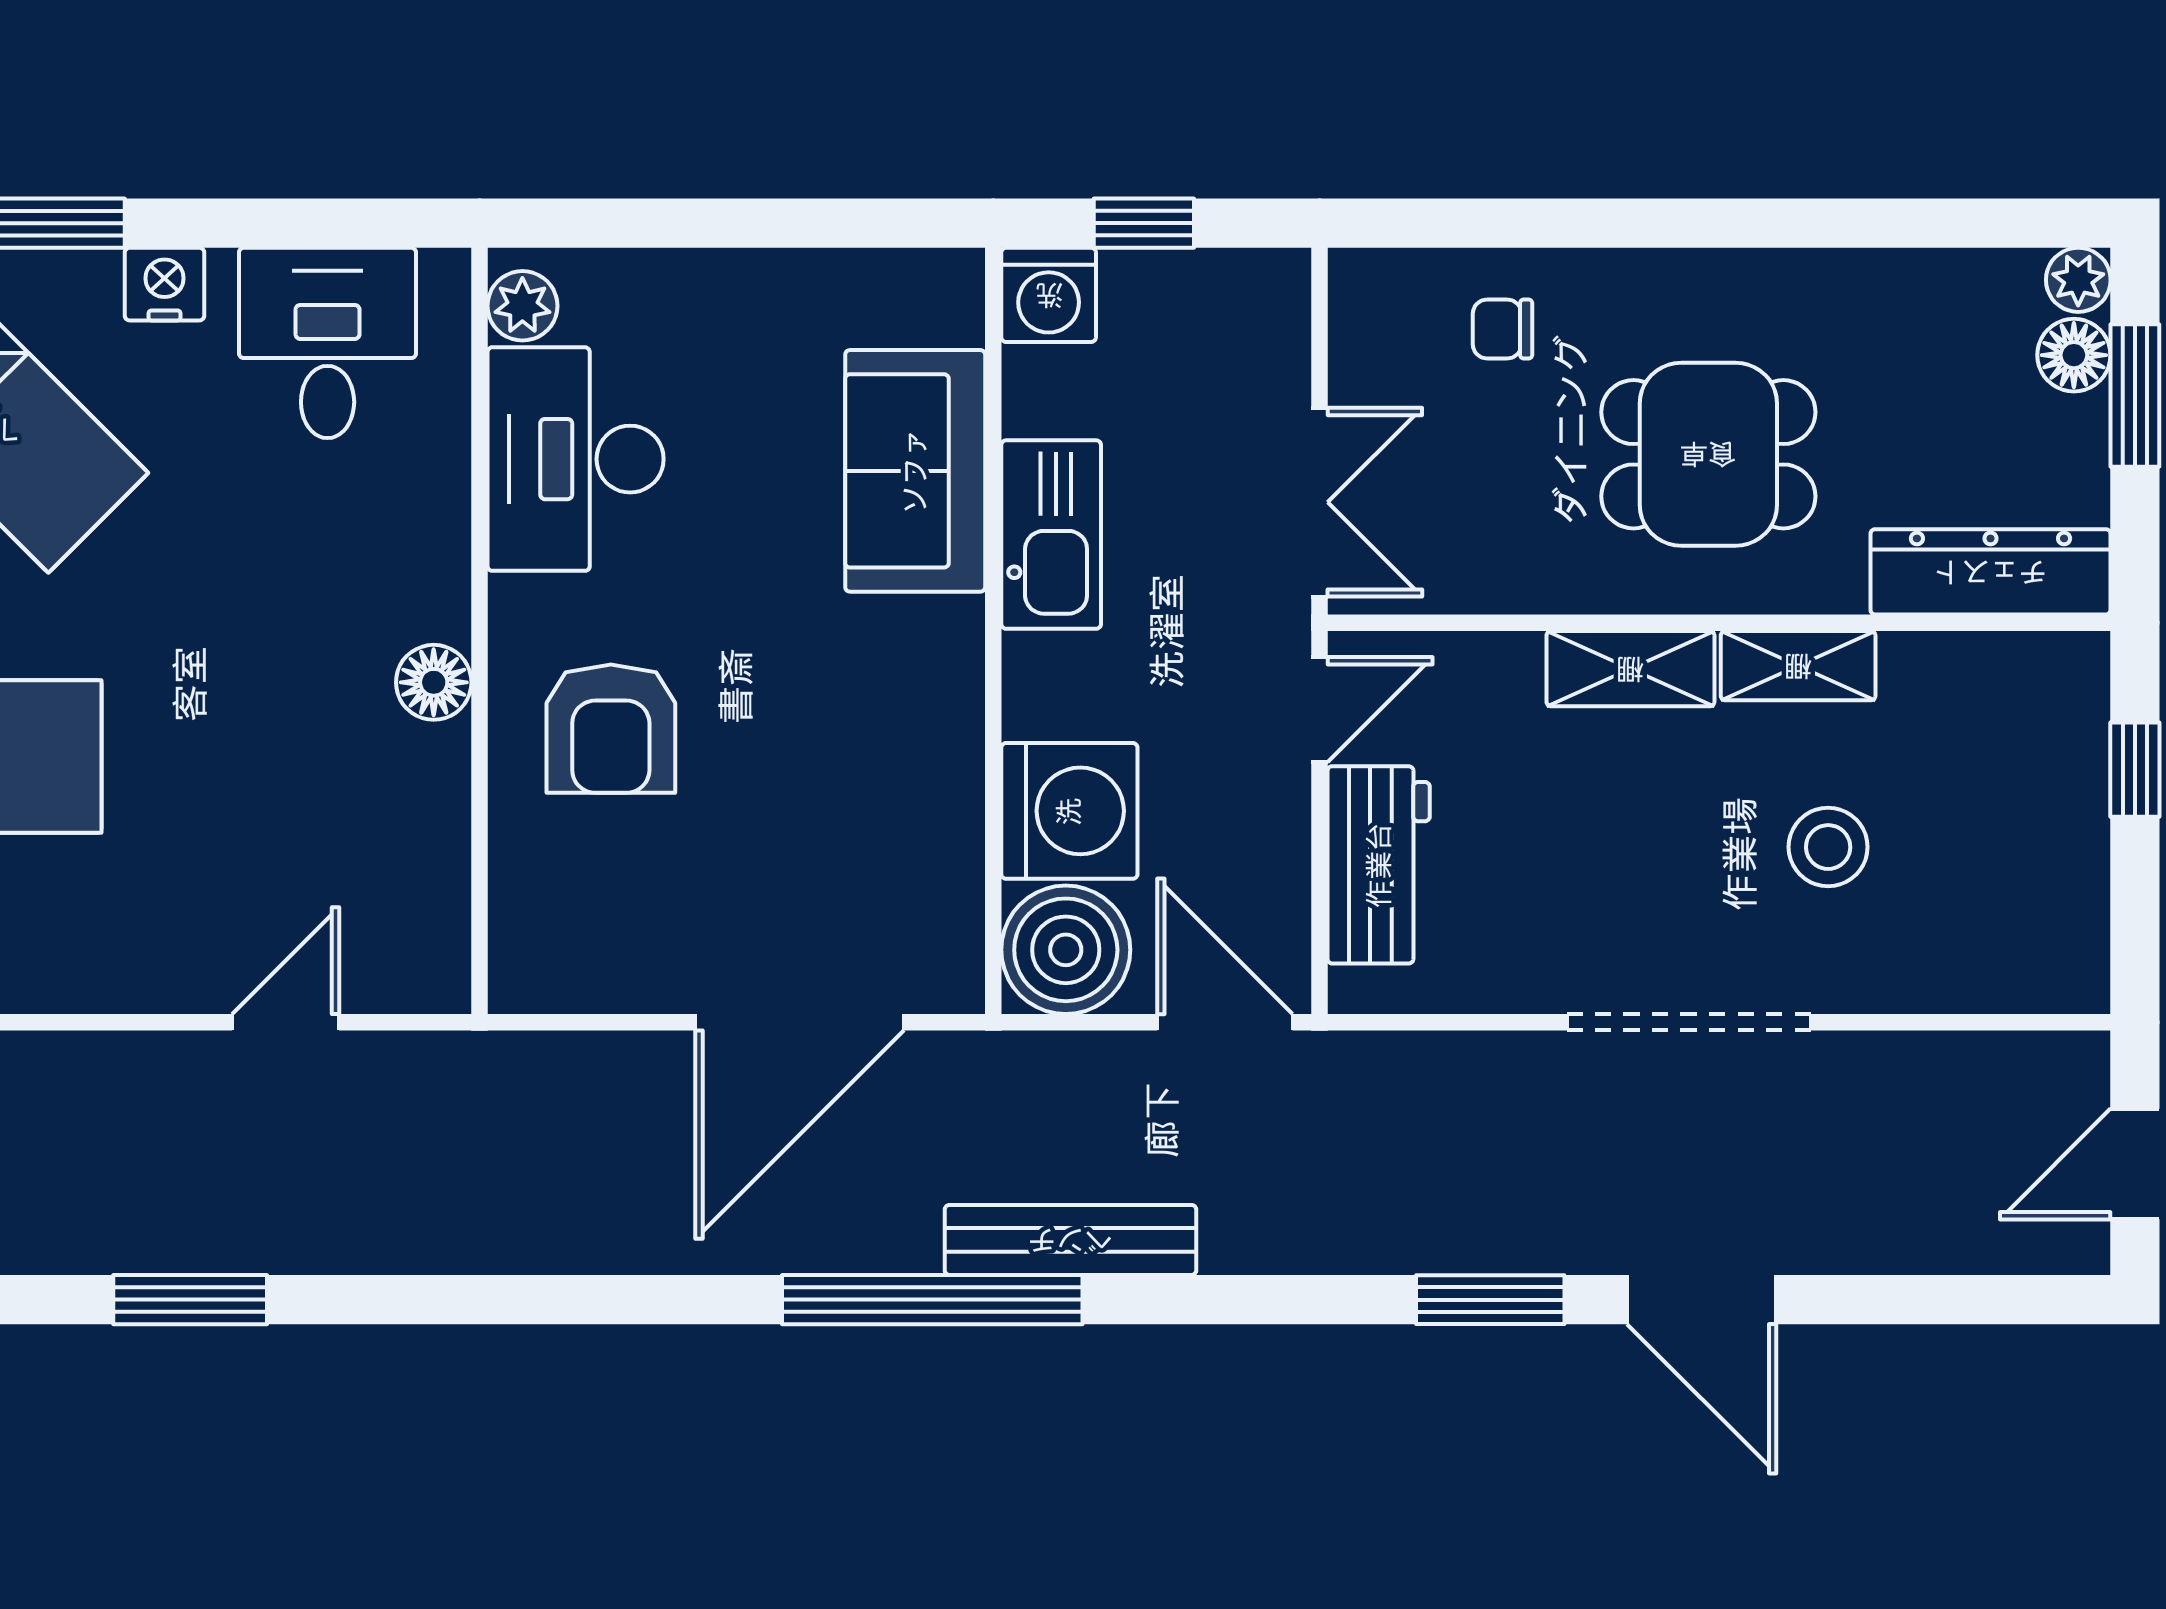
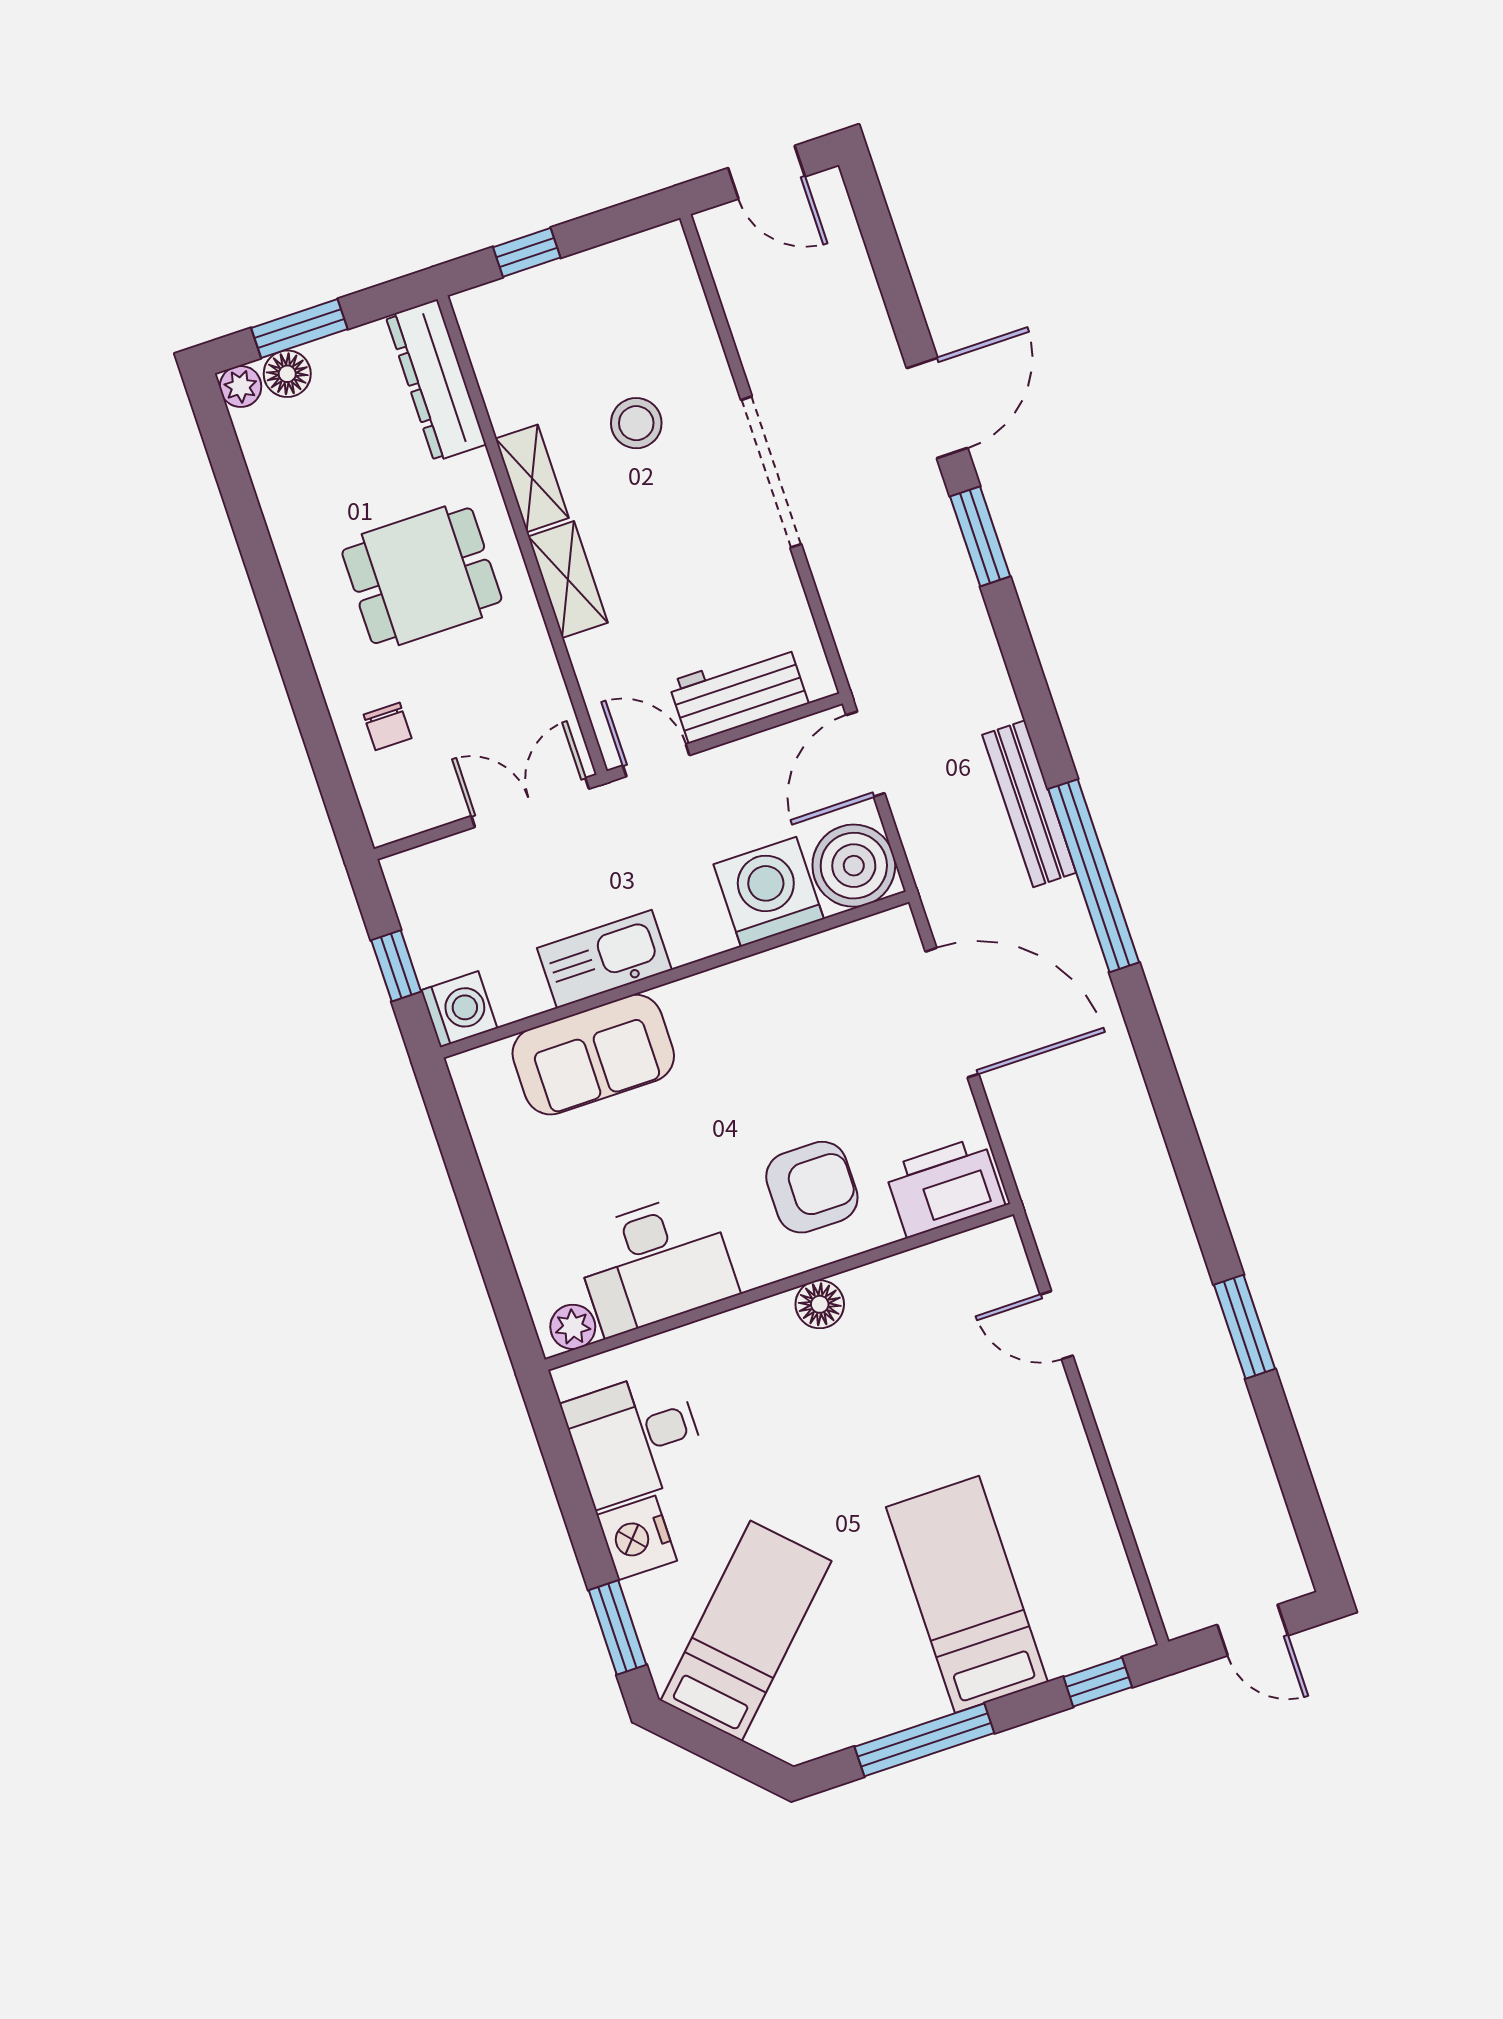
nightstand: (164, 284) -> (637, 1538), width x1.36, depth x1.33
dining table: (1708, 454) -> (422, 576), turned 90
printer: (546, 925) -> (945, 1187), added

